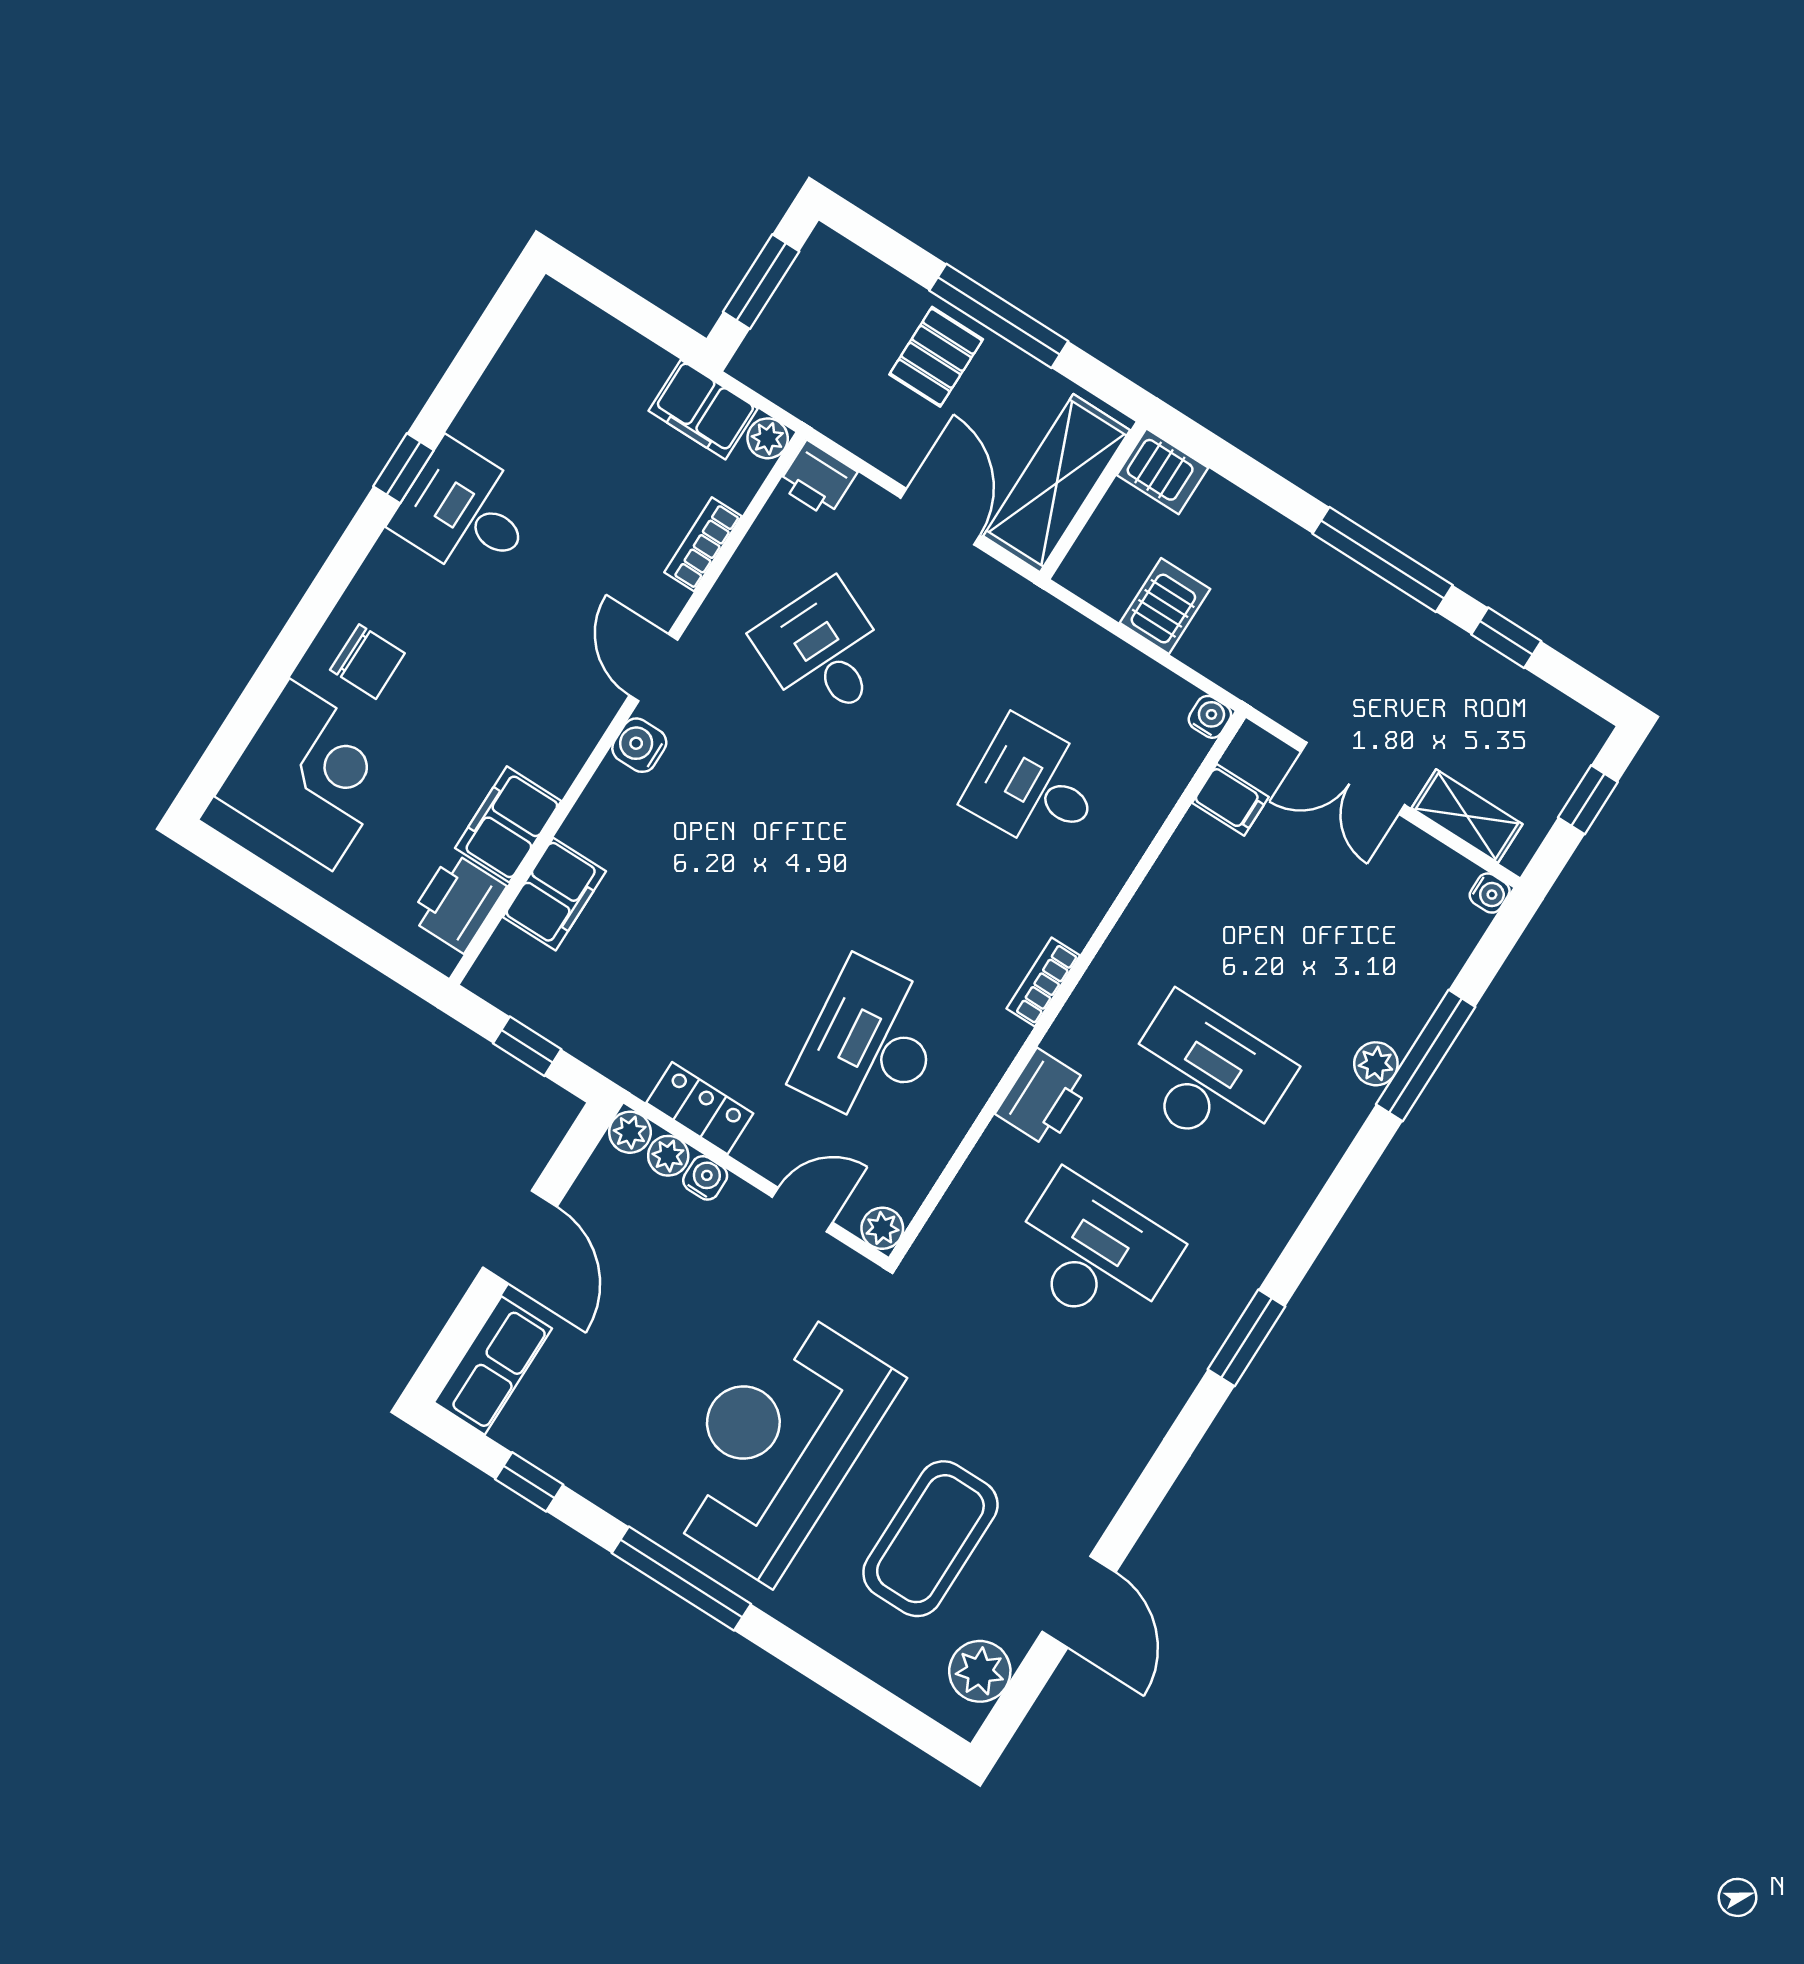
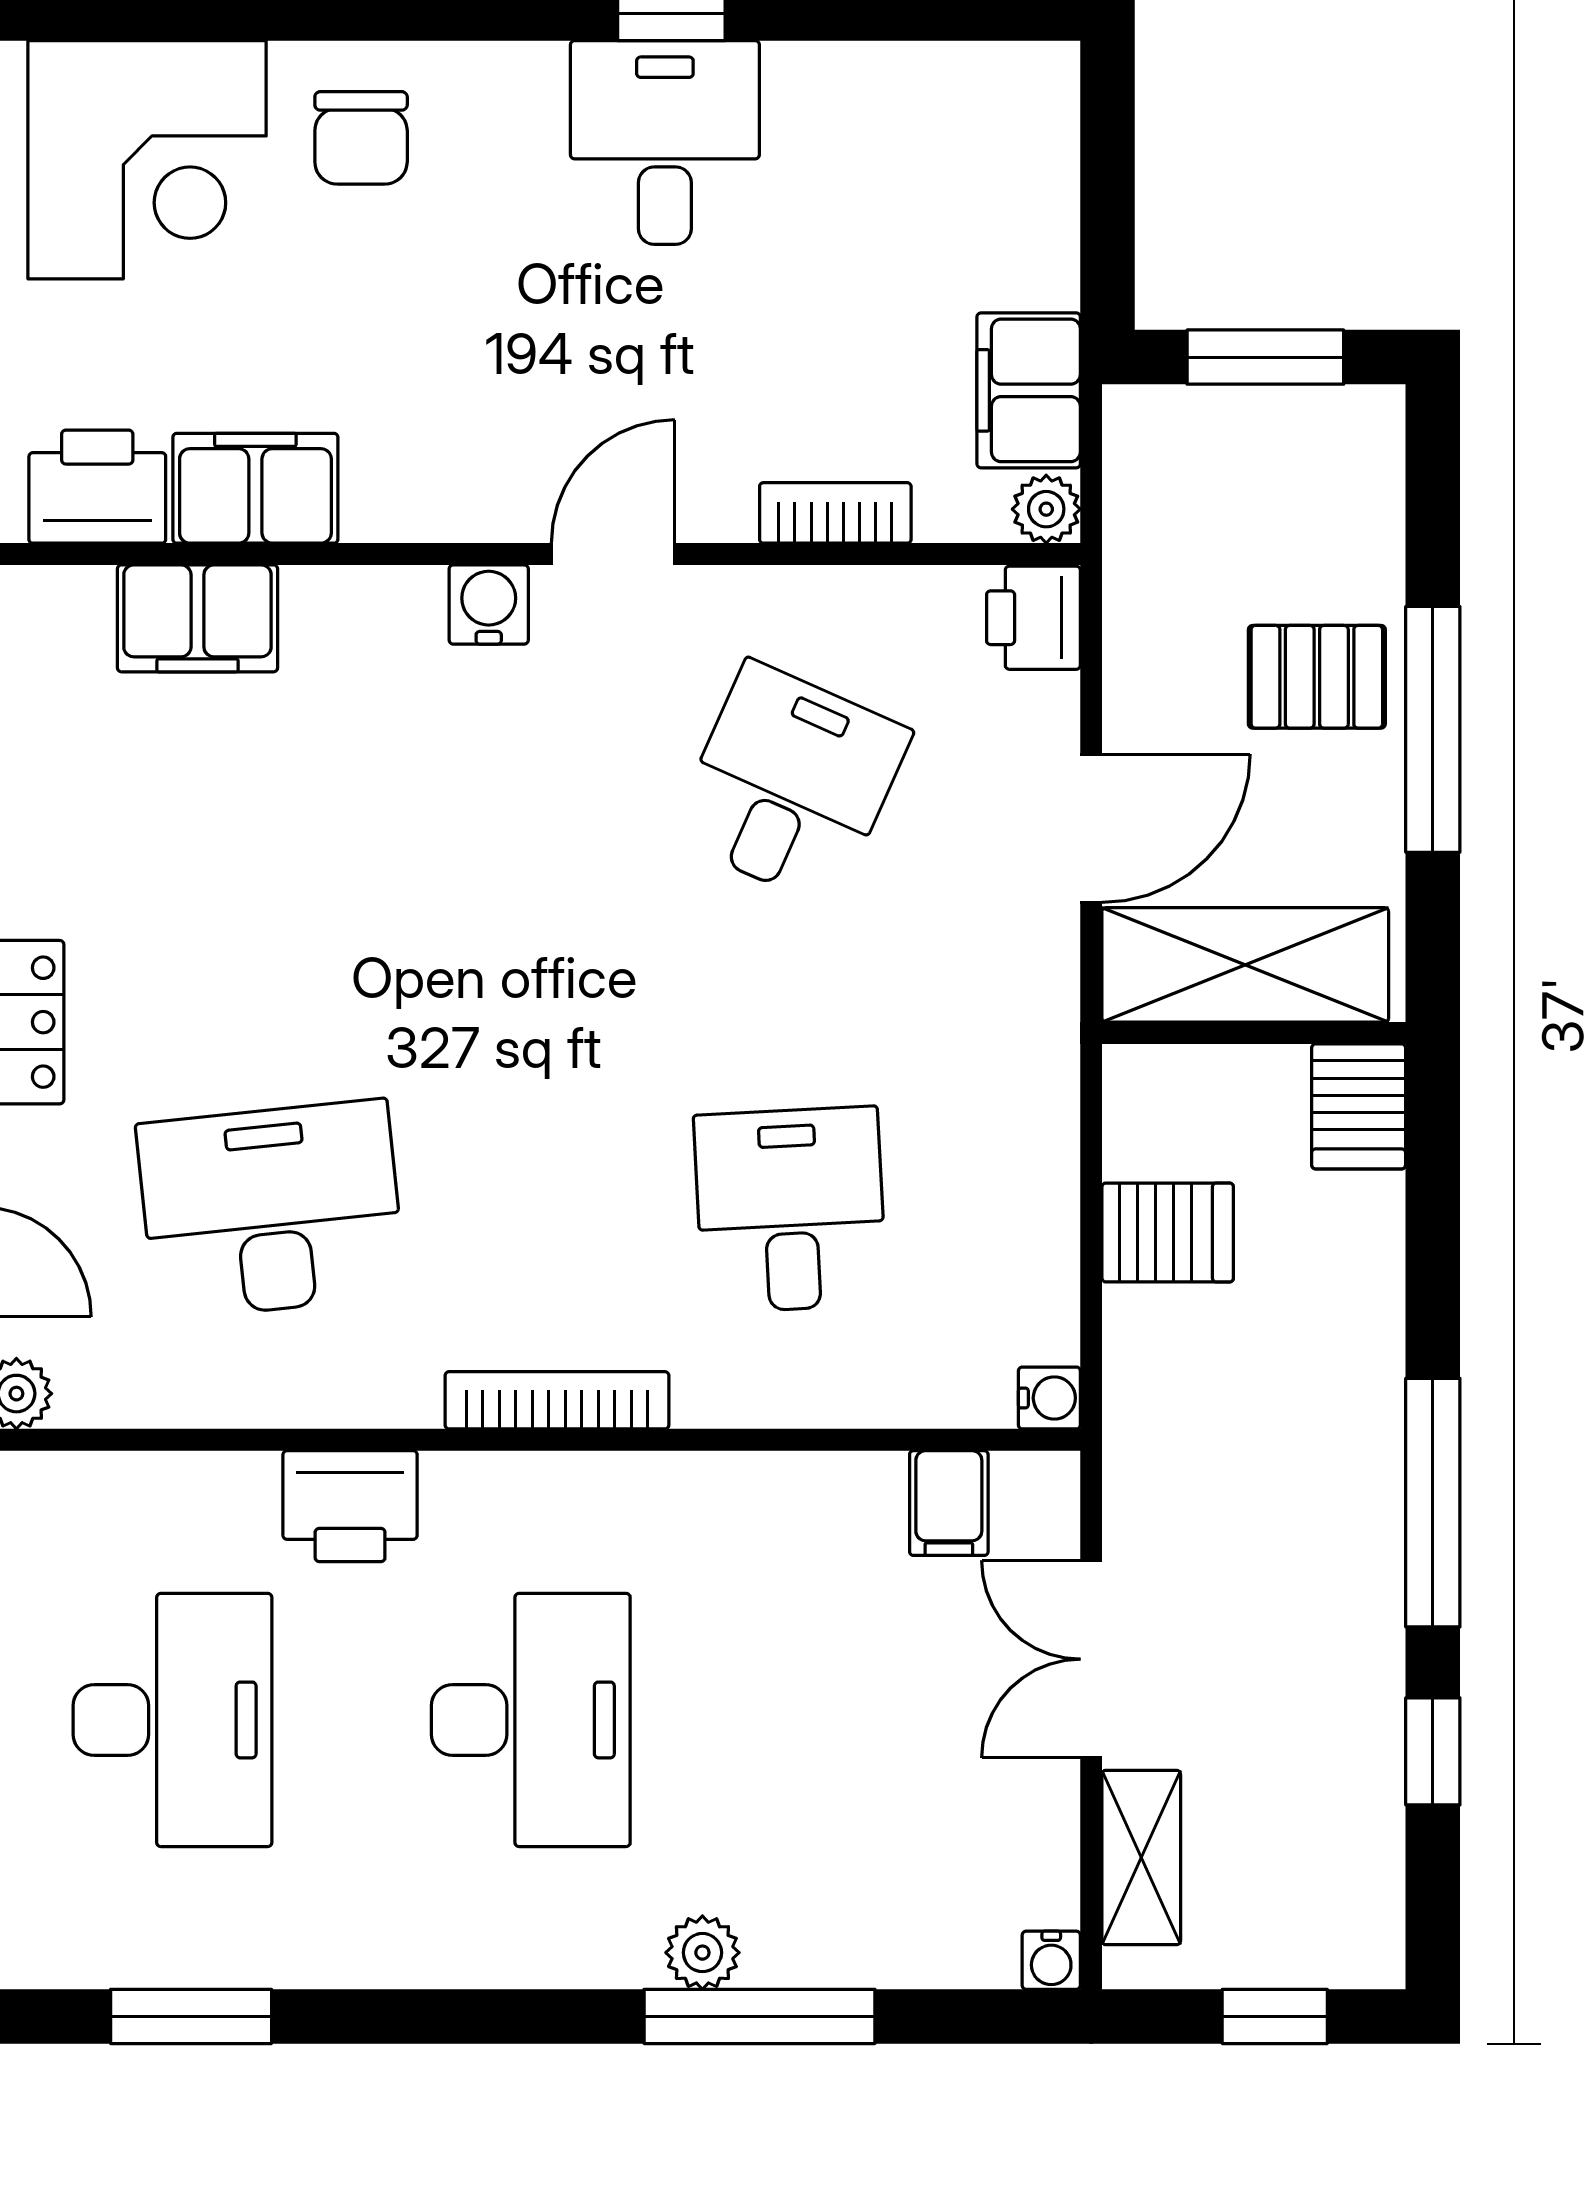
bookcase: (1043, 982) -> (557, 1400), width x1.56

